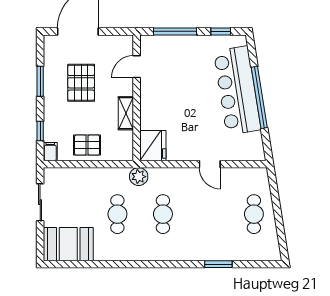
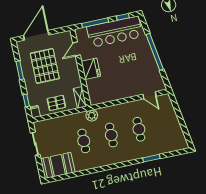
pallet: (81, 83) -> (45, 66), width x1.37, depth x1.41
bar counter: (237, 90) -> (115, 32), moved, turned -81
shelving: (126, 113) -> (80, 97), moved
fridge: (153, 146) -> (91, 69), moved
door: (210, 164) -> (149, 95), moved
cafe table: (254, 214) -> (139, 129), moved

